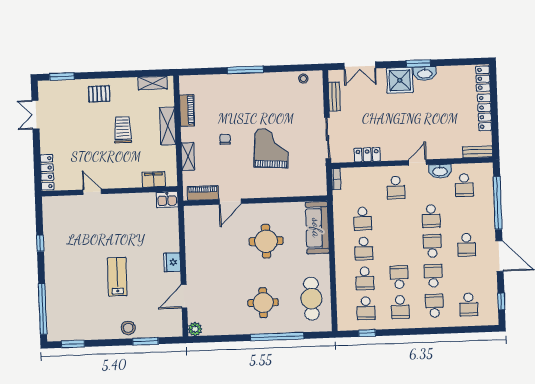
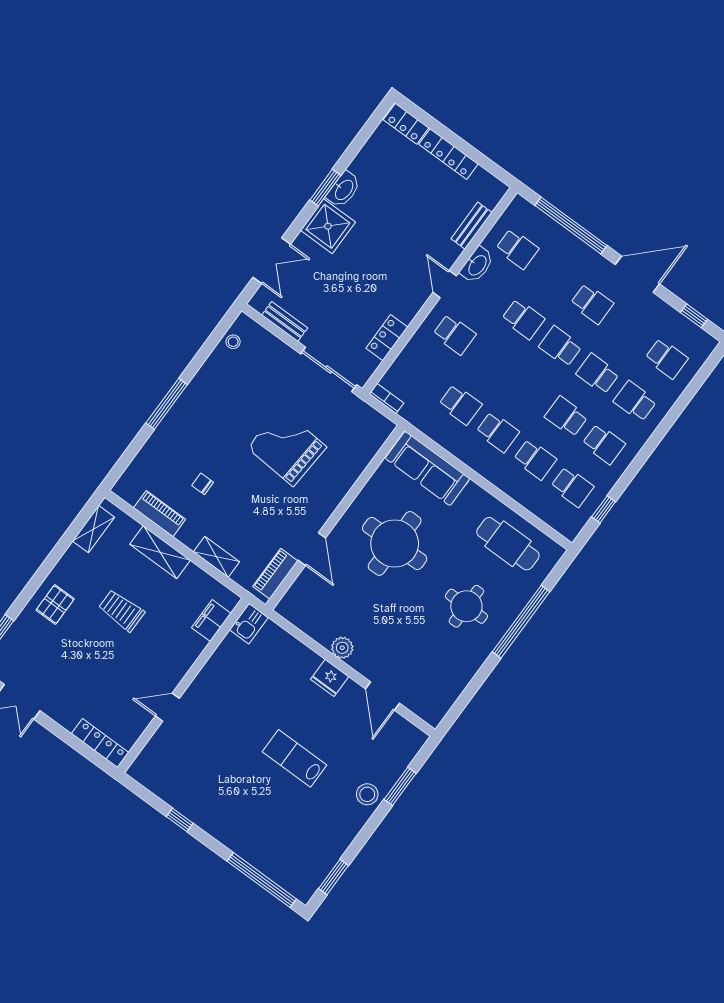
chair: (225, 139) -> (203, 484), moved
bench: (478, 152) -> (471, 226), moved
round table: (266, 241) -> (395, 543), width x1.36, depth x1.36
plant: (195, 329) -> (342, 648), moved

